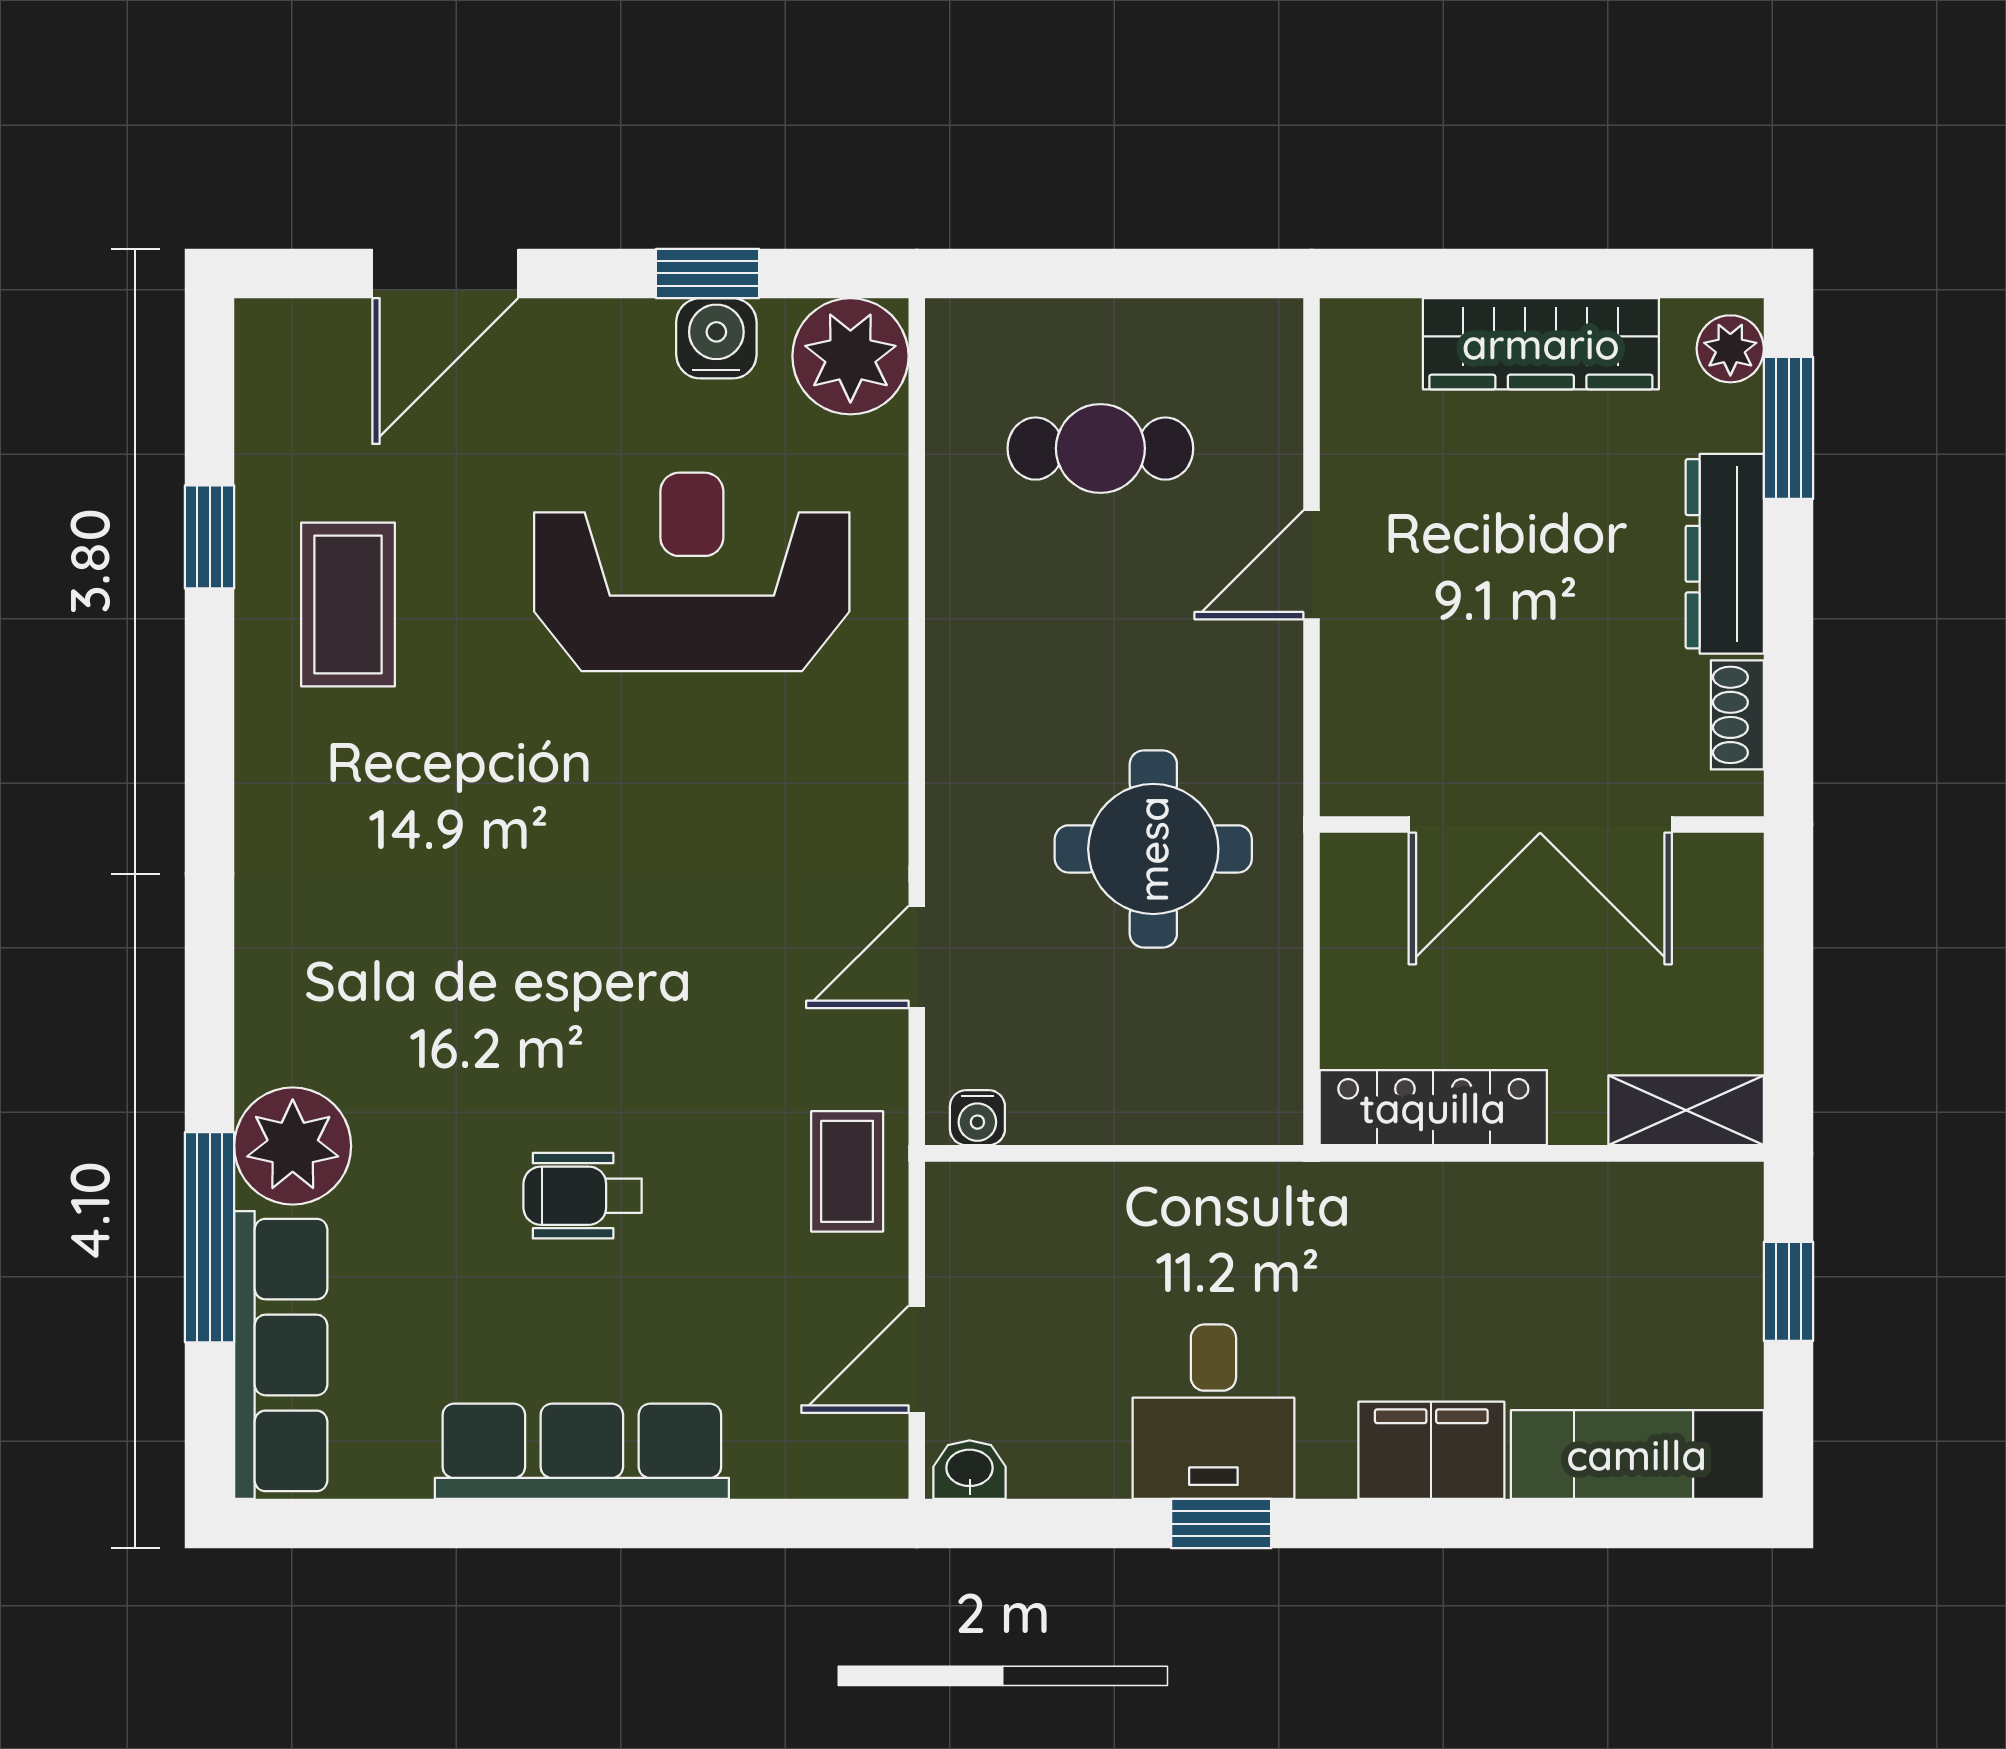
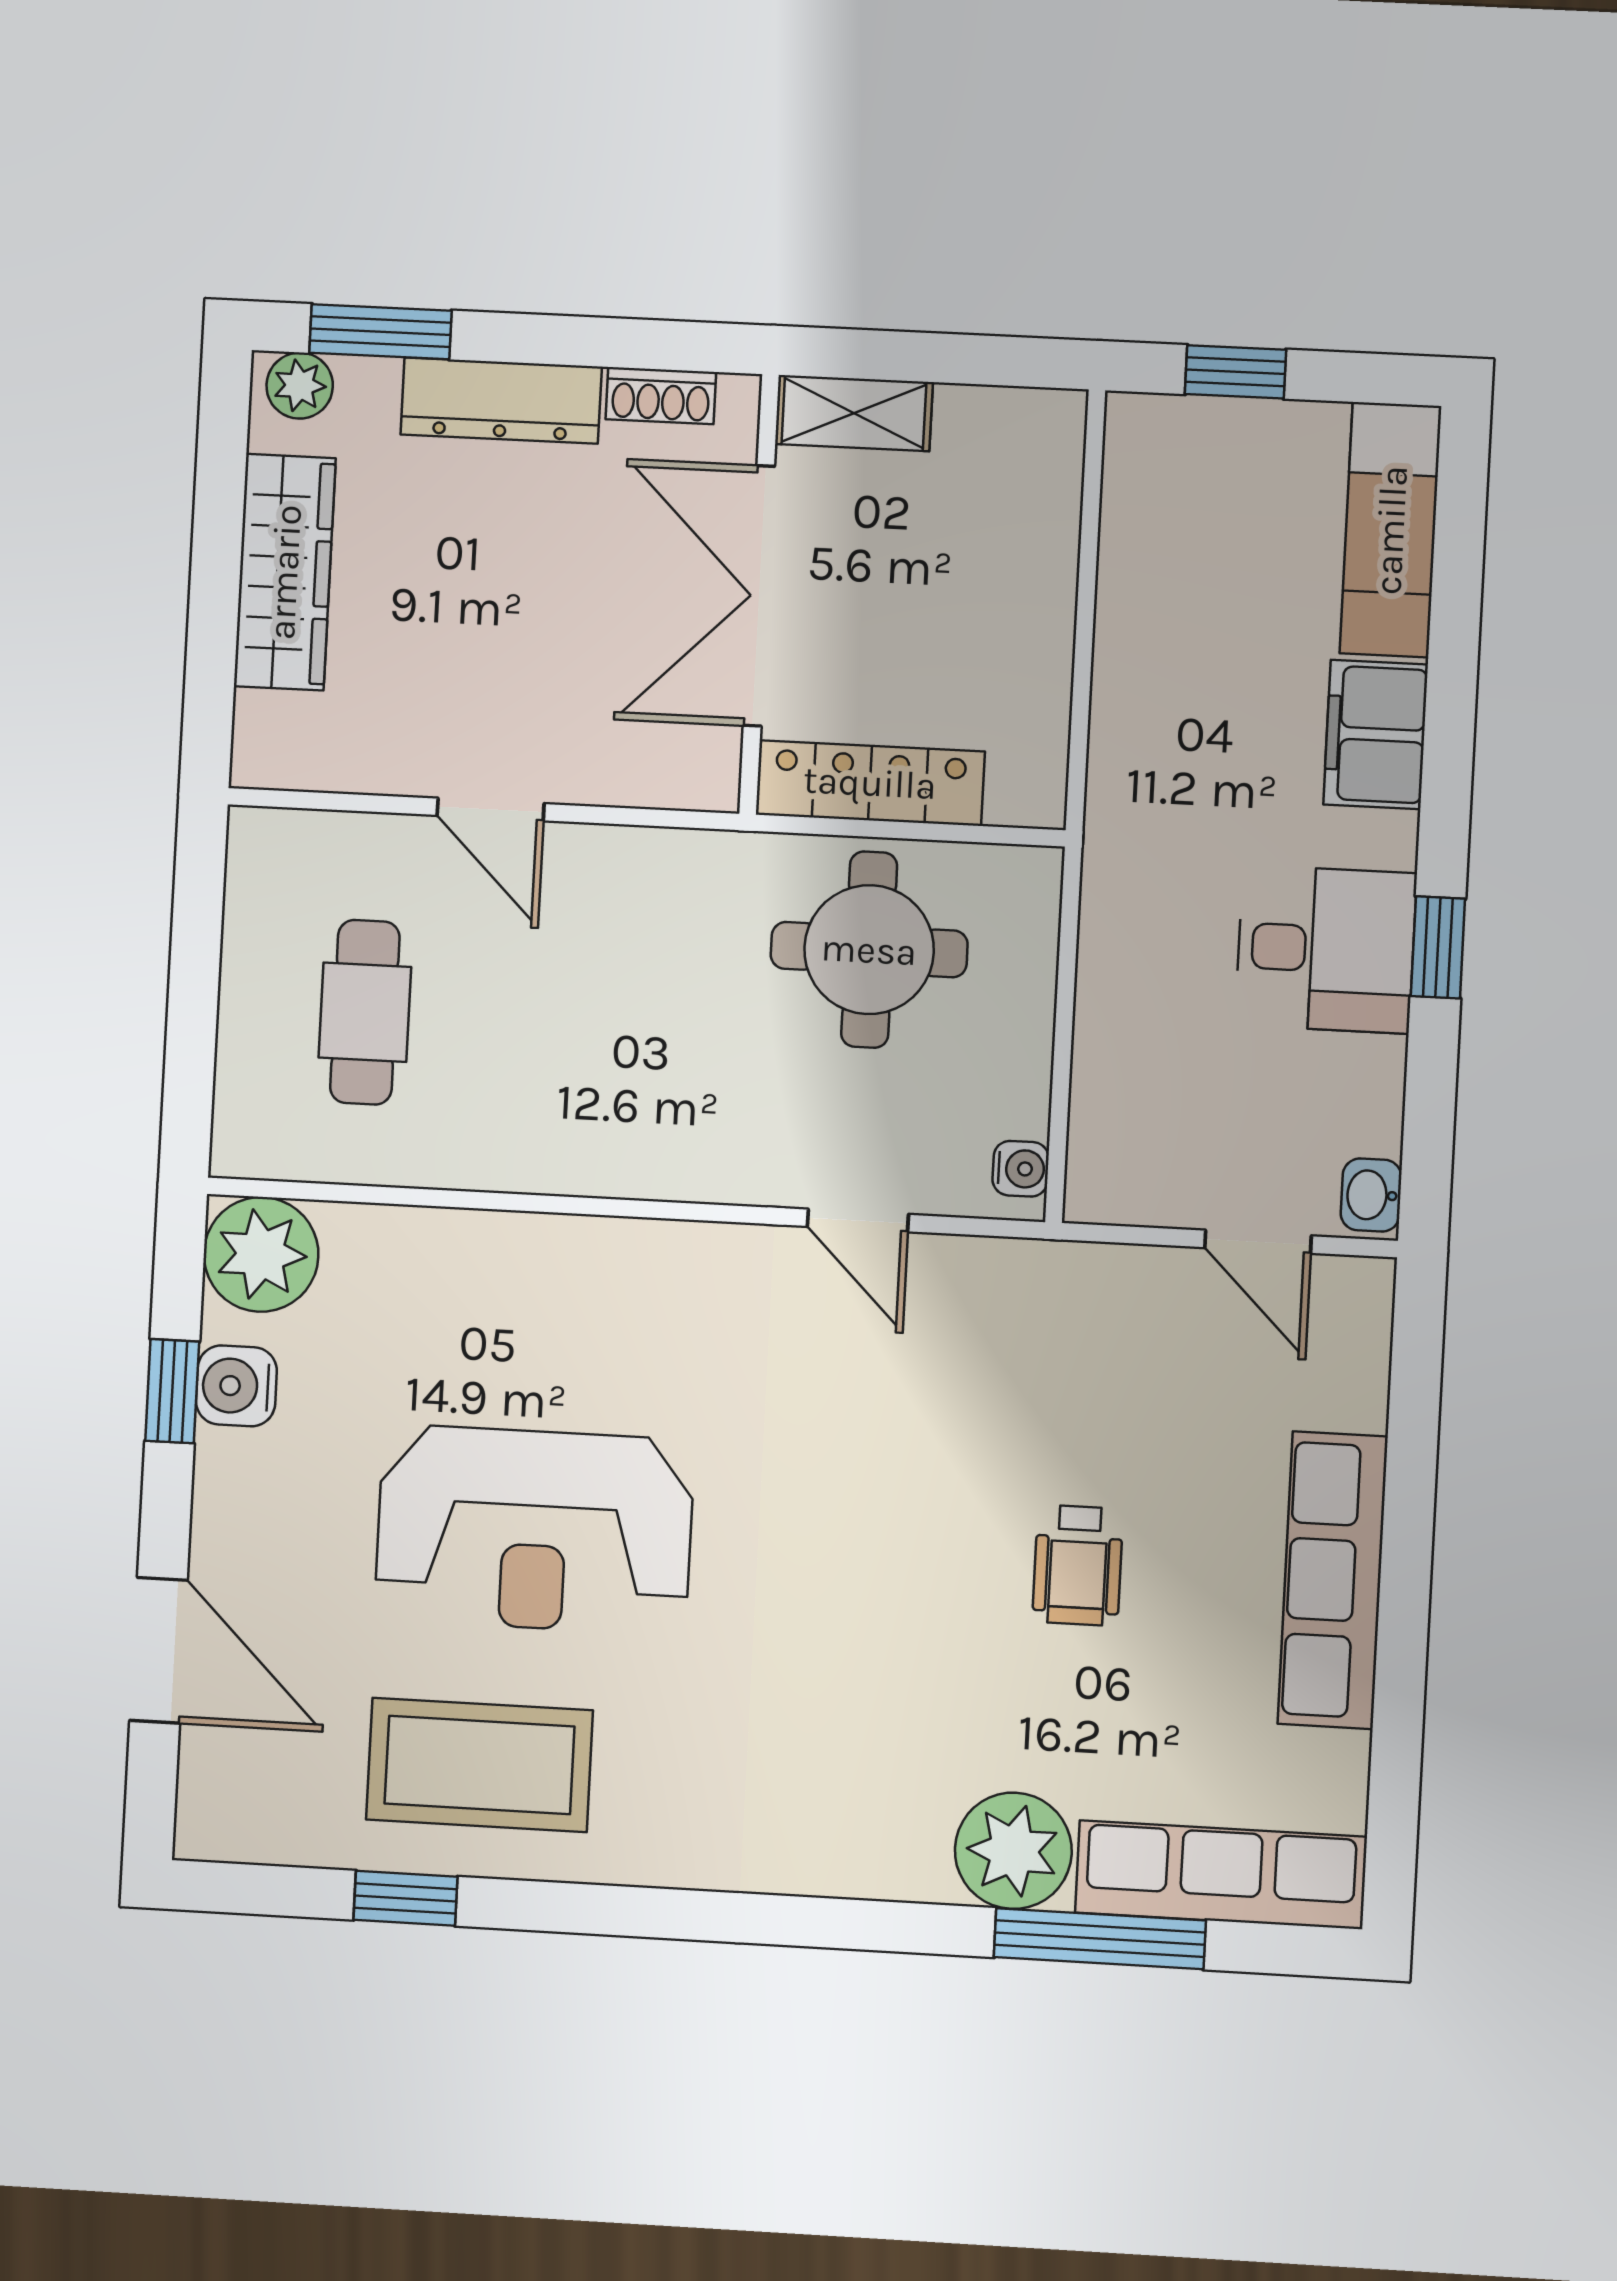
reception desk: (692, 572) -> (534, 1530), moved, turned -90
coffee table: (348, 605) -> (479, 1765), width x1.36, depth x1.32
double door: (1540, 824) -> (759, 596), swing flipped
round table: (1153, 849) -> (869, 950), moved
locker: (1433, 1108) -> (870, 783), moved, turned 90
shelving: (1686, 1110) -> (854, 413), moved, turned 90
coffee table: (847, 1171) -> (1067, 1301), removed

